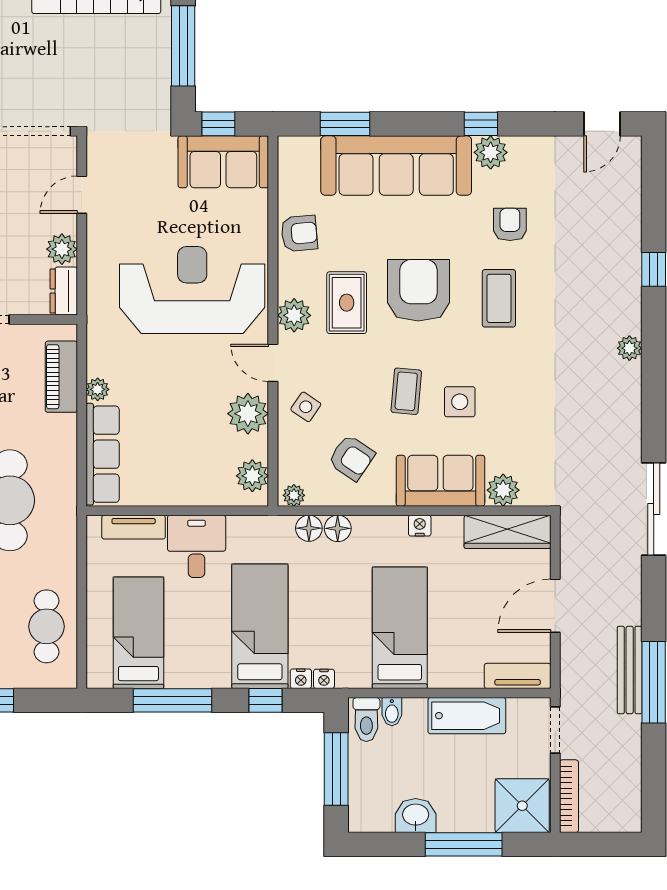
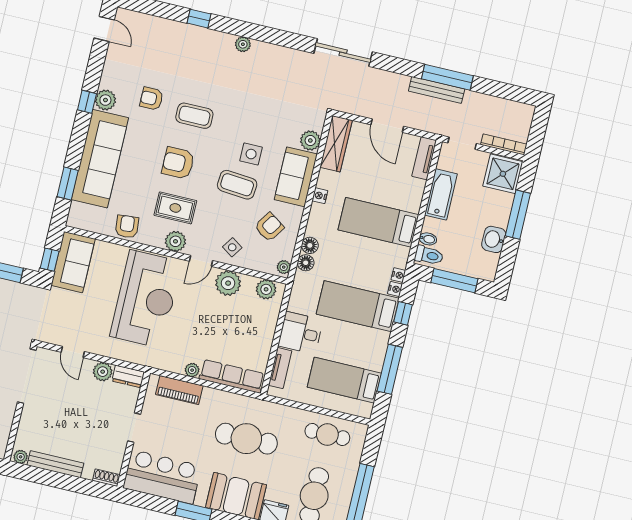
reception desk: (192, 290) -> (146, 299), turned 180
armchair: (418, 290) -> (178, 163), width x0.73, depth x0.73
coffee table: (406, 391) -> (237, 185), width x1.36, depth x1.30

